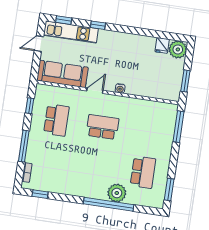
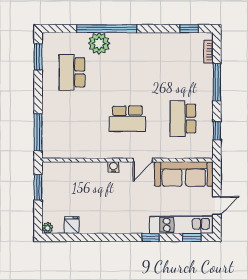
plant: (178, 49) -> (47, 228), width x0.53, depth x0.53

